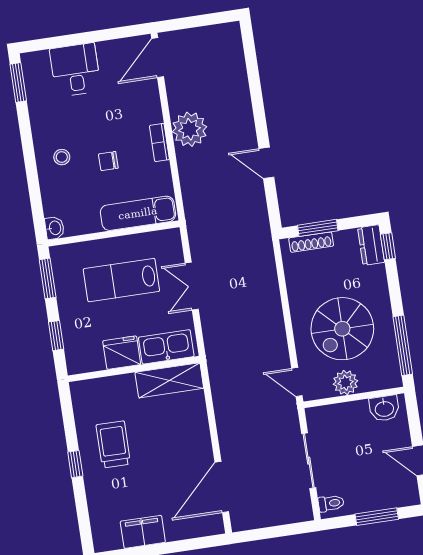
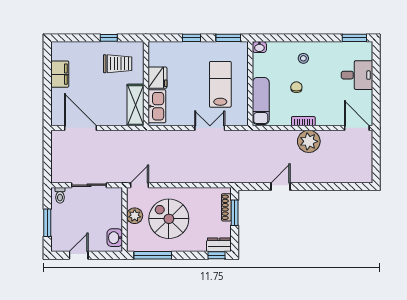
kitchen sink: (166, 347) -> (157, 106), moved
fridge: (122, 353) -> (157, 78), moved
wall: (134, 369) -> (146, 84), moved
shelving: (169, 380) -> (135, 105), moved

